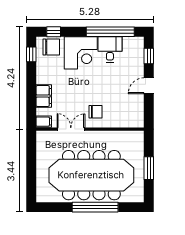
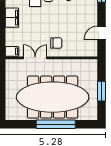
door: (149, 86) -> (102, 33), moved
filing cabinet: (44, 96) -> (12, 18), moved

